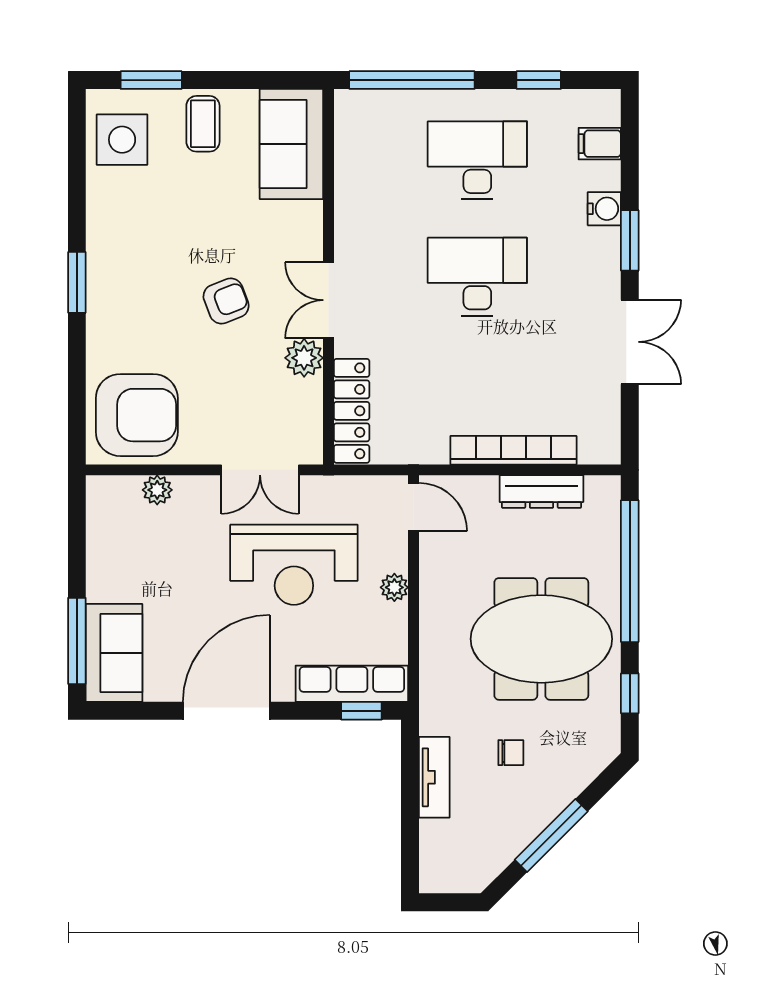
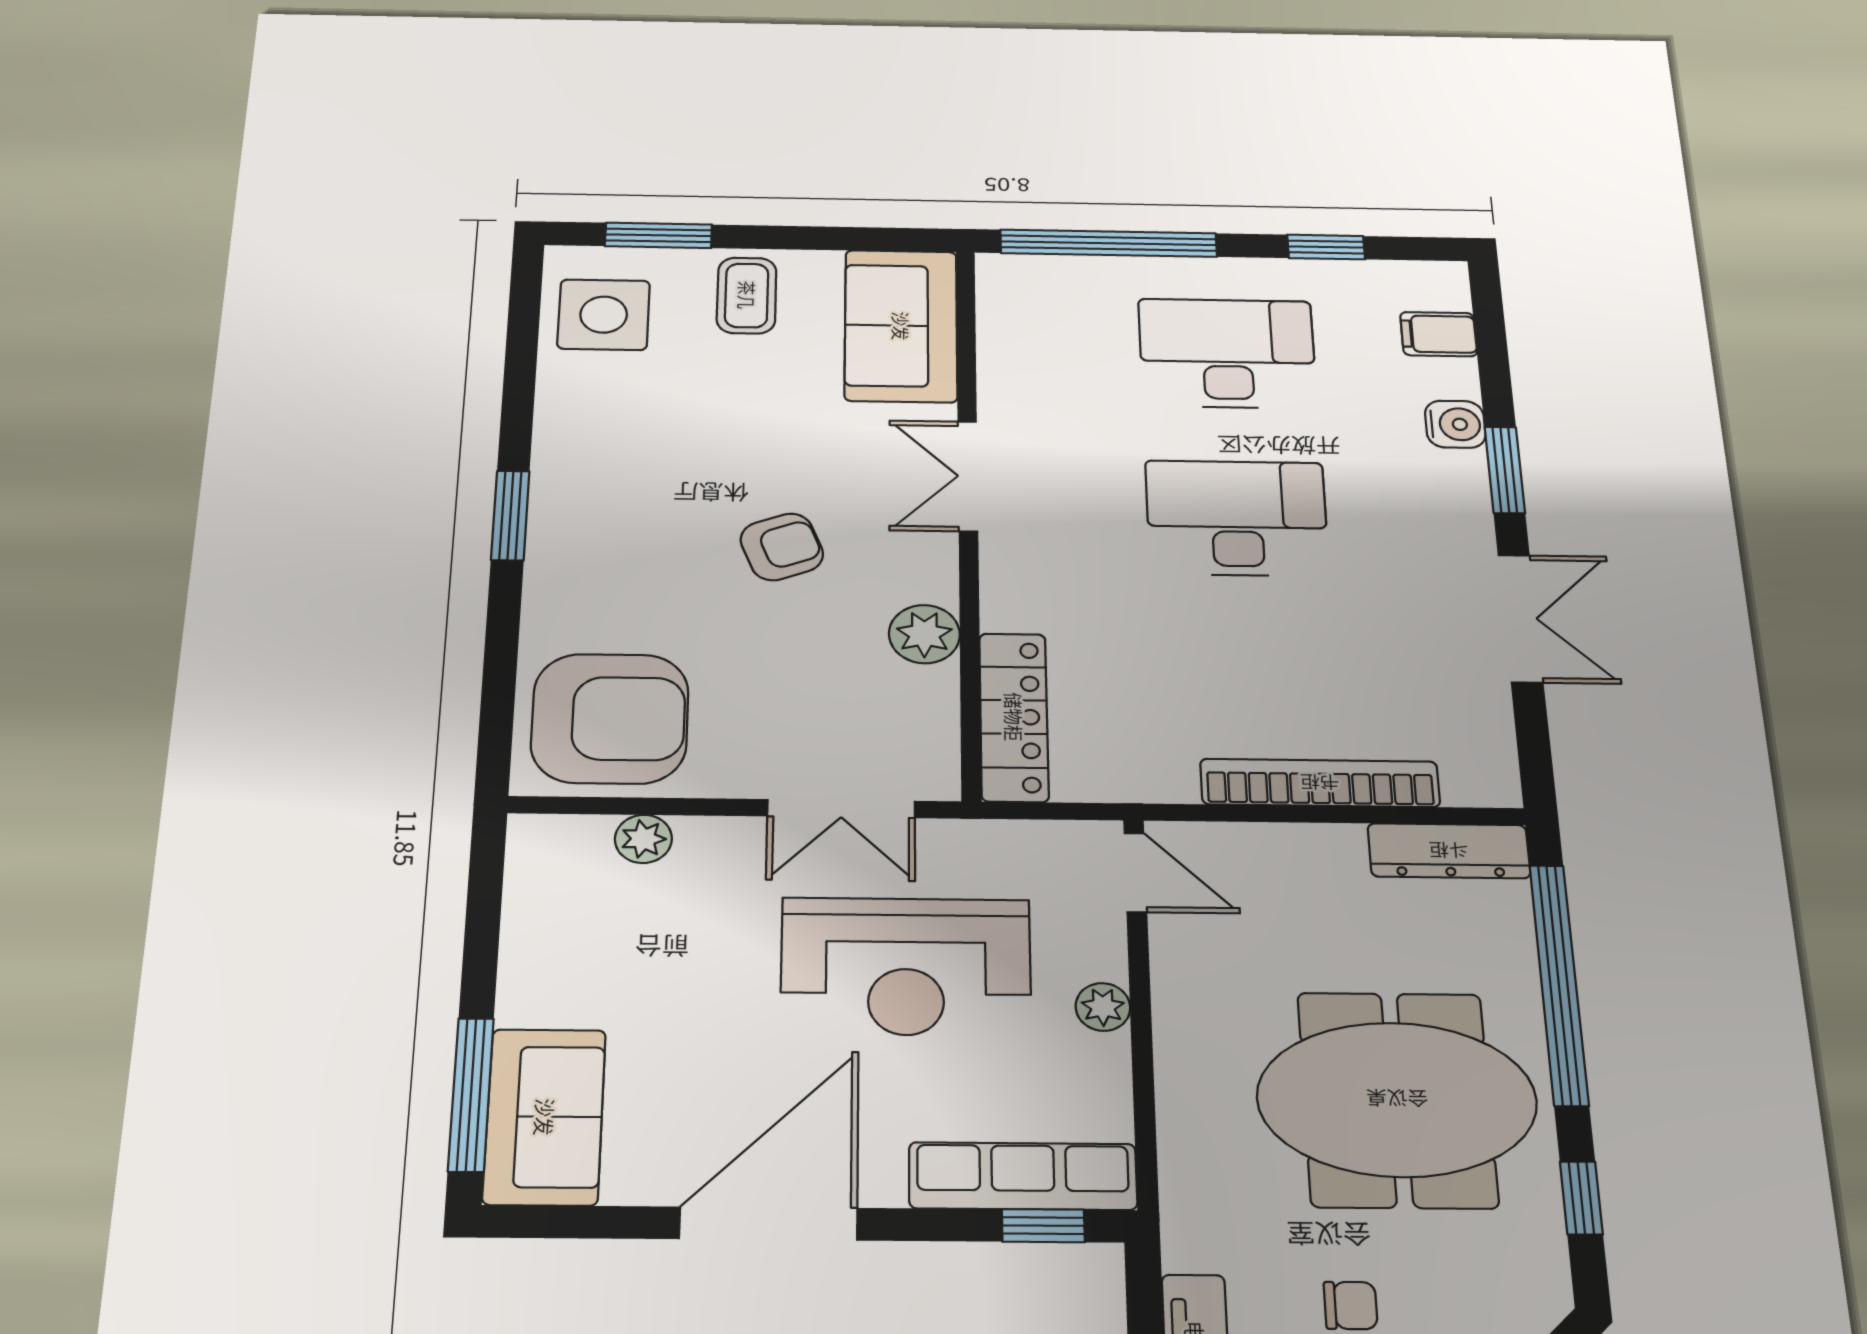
double door: (329, 300) -> (968, 476), moved
dresser: (541, 492) -> (1449, 851), moved

